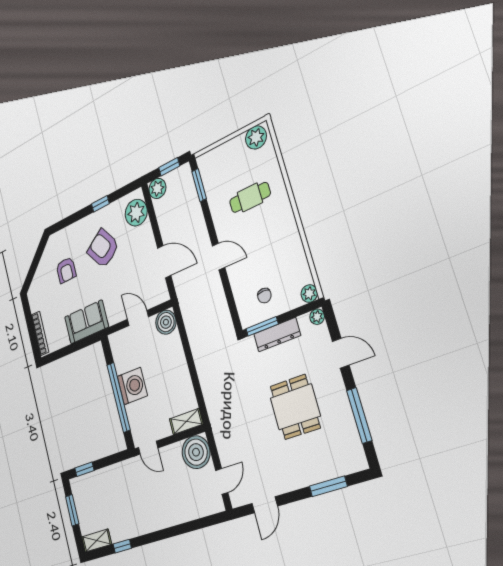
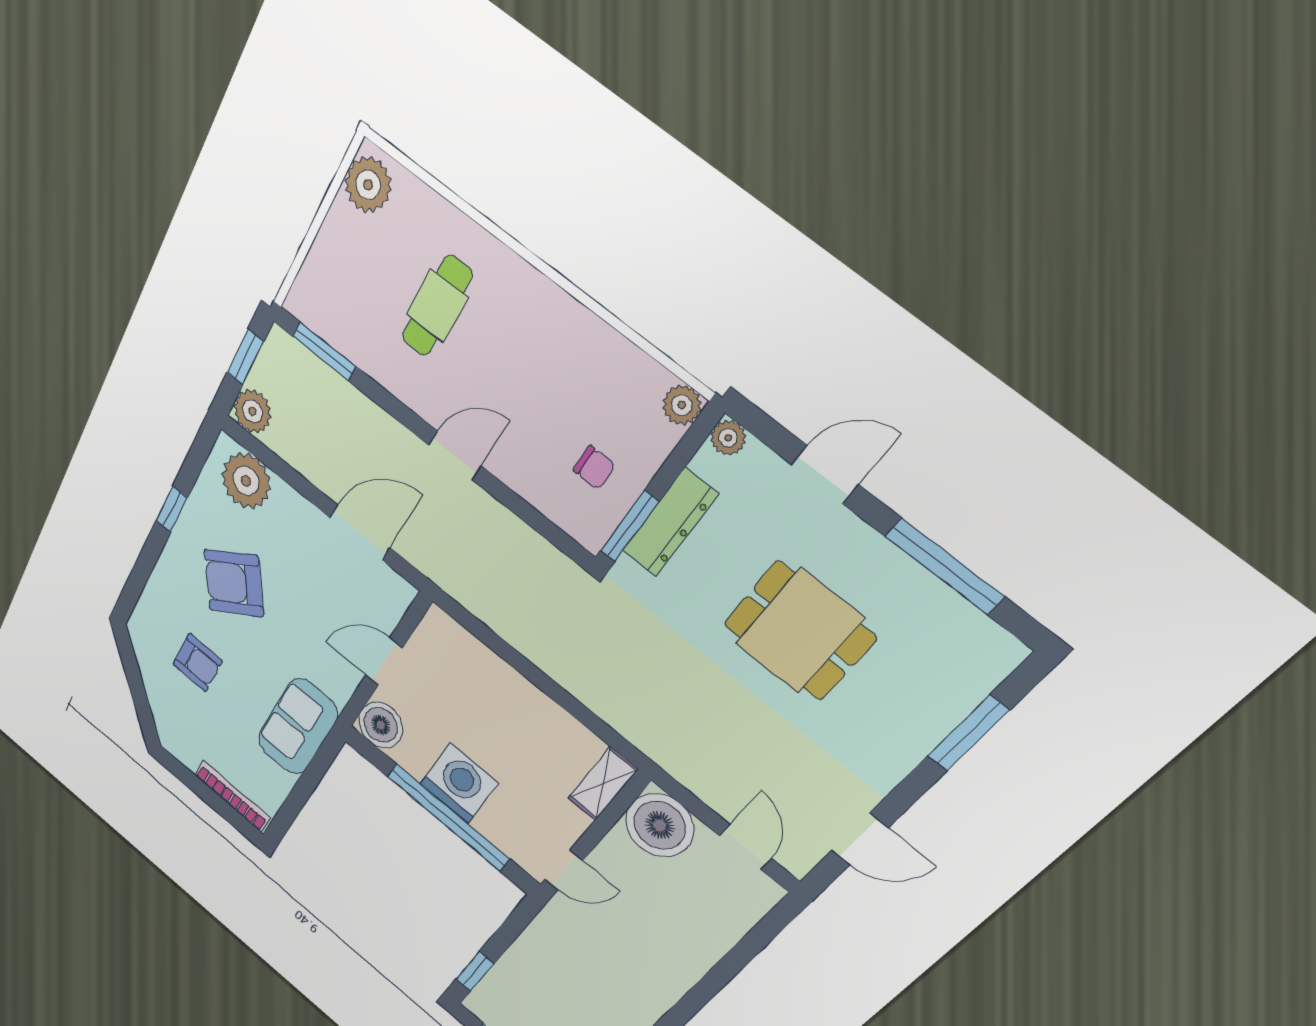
boiler: (166, 322) -> (381, 725), moved
door: (265, 505) -> (860, 839), hinge flipped

